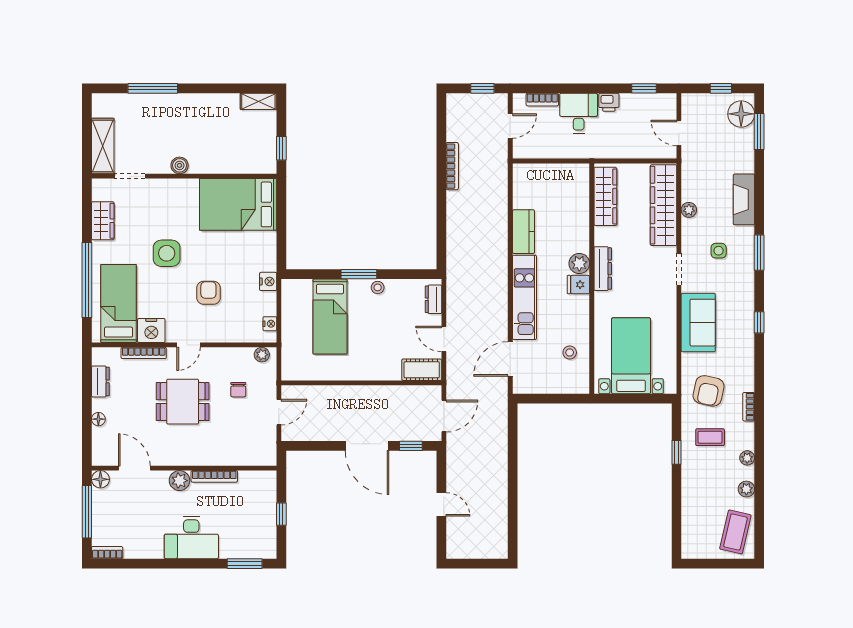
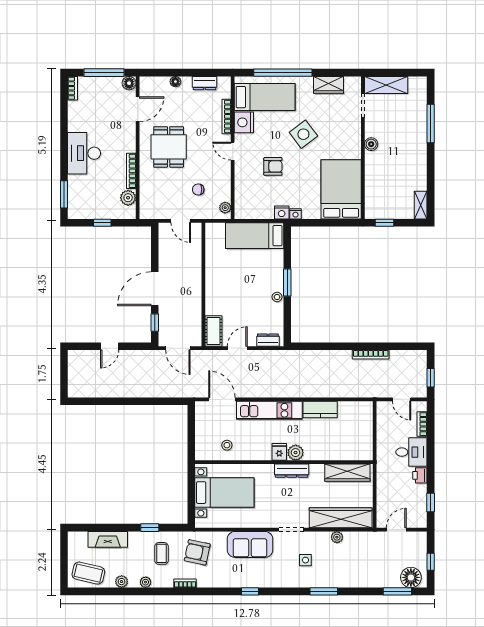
fireplace: (744, 199) -> (108, 539), moved, turned 180
side table: (167, 253) -> (303, 134), turned -37
window: (759, 253) -> (324, 591), moved
bed: (330, 317) -> (255, 236), moved
nightstand: (270, 324) -> (296, 214), moved
dining table: (183, 402) -> (169, 147), moved
plant: (179, 481) -> (128, 198), moved

